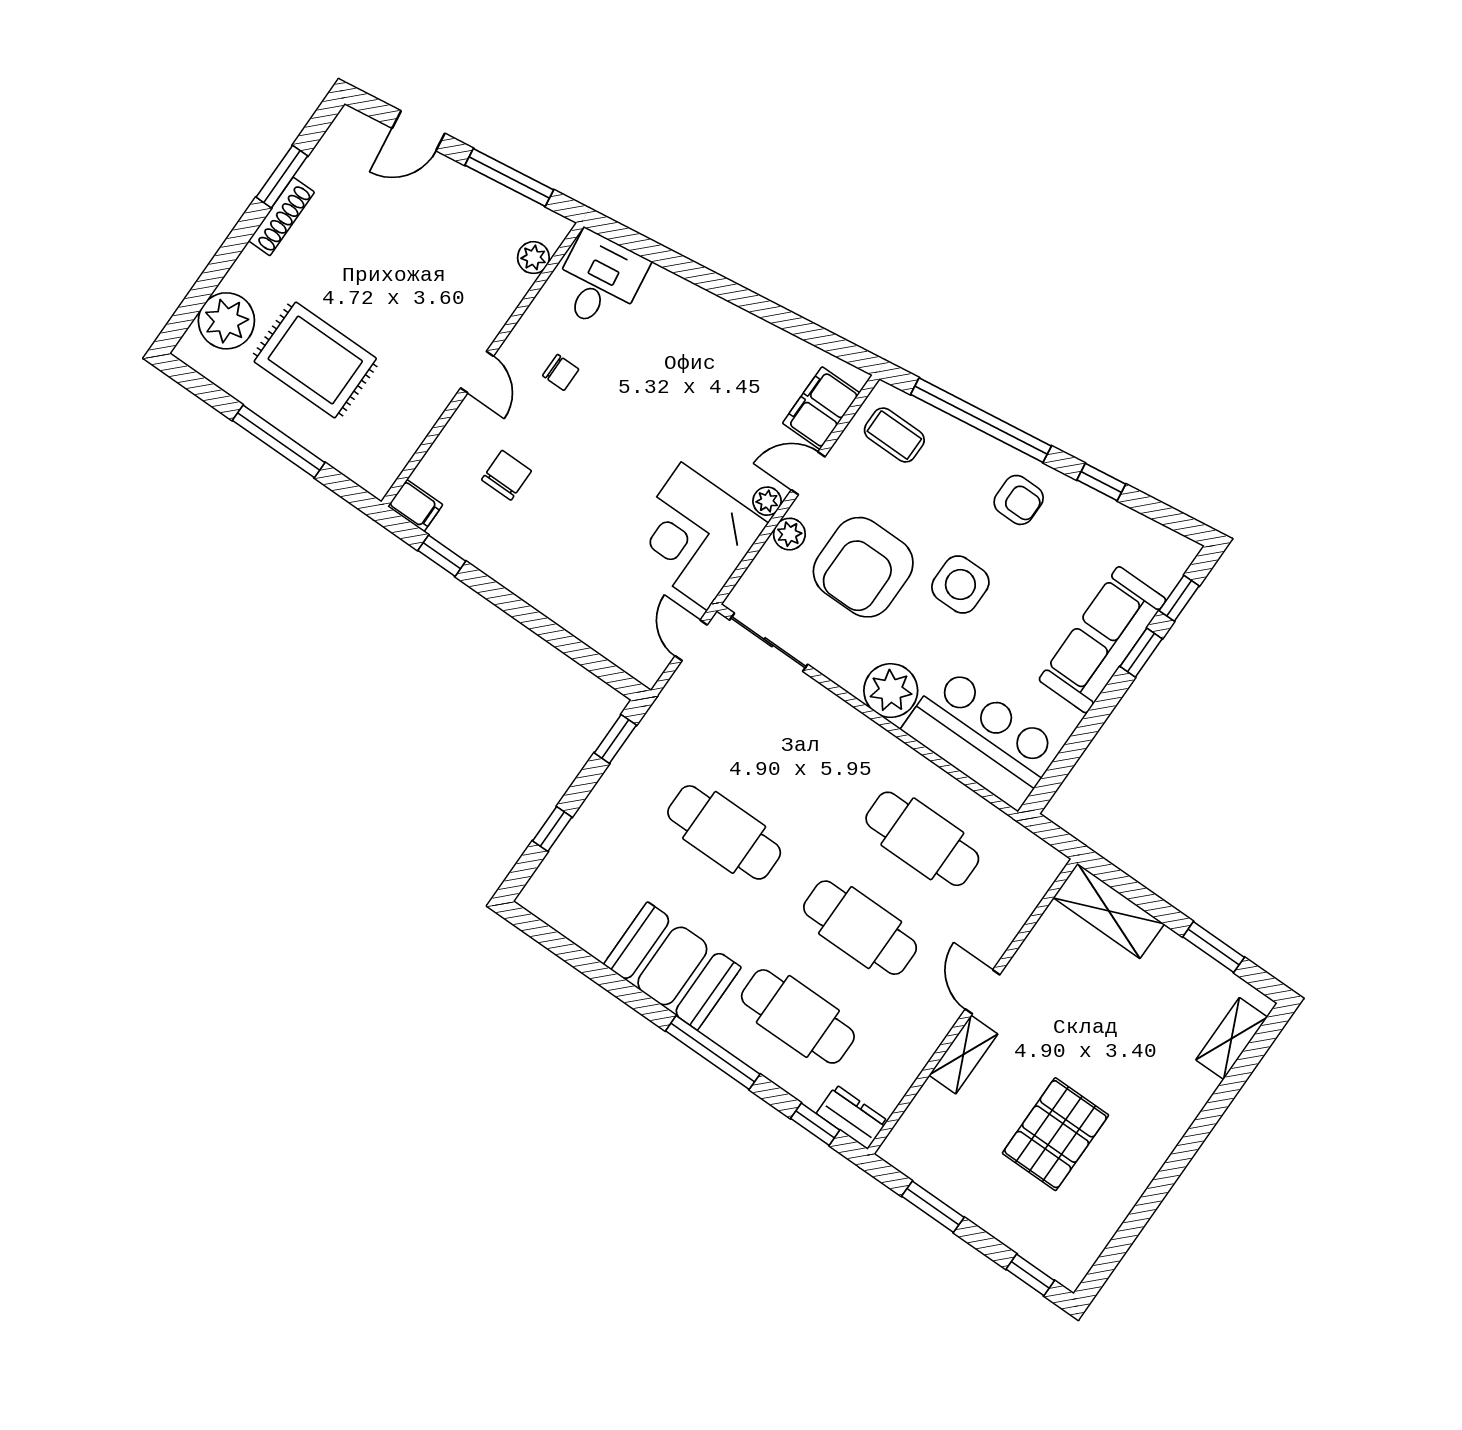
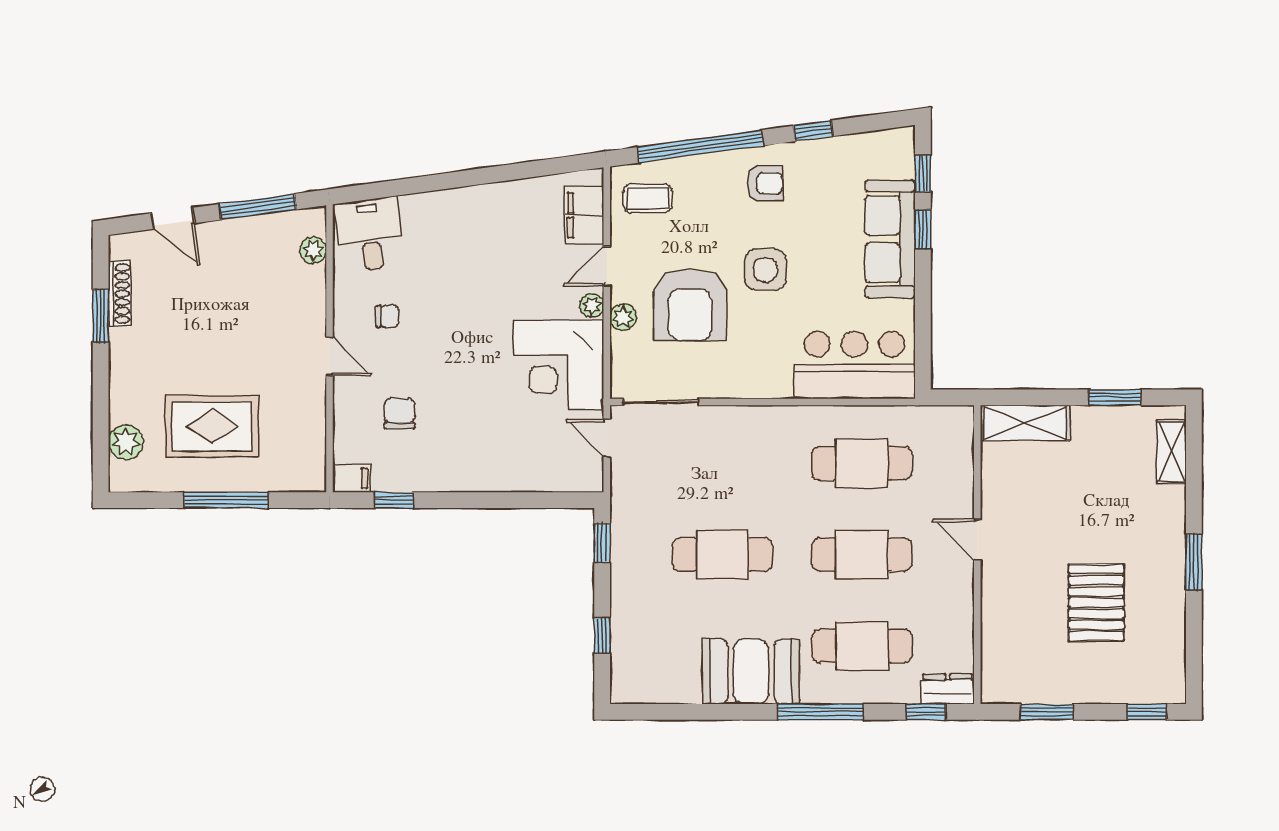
door: (418, 131) -> (173, 218), hinge flipped
shoe rack: (281, 216) -> (120, 294), moved
plant: (226, 321) -> (126, 442), width x0.73, depth x0.73
plant: (891, 691) -> (769, 376), removed
shelving: (963, 1055) -> (994, 592), removed
window: (1178, 1161) -> (1194, 562), added

